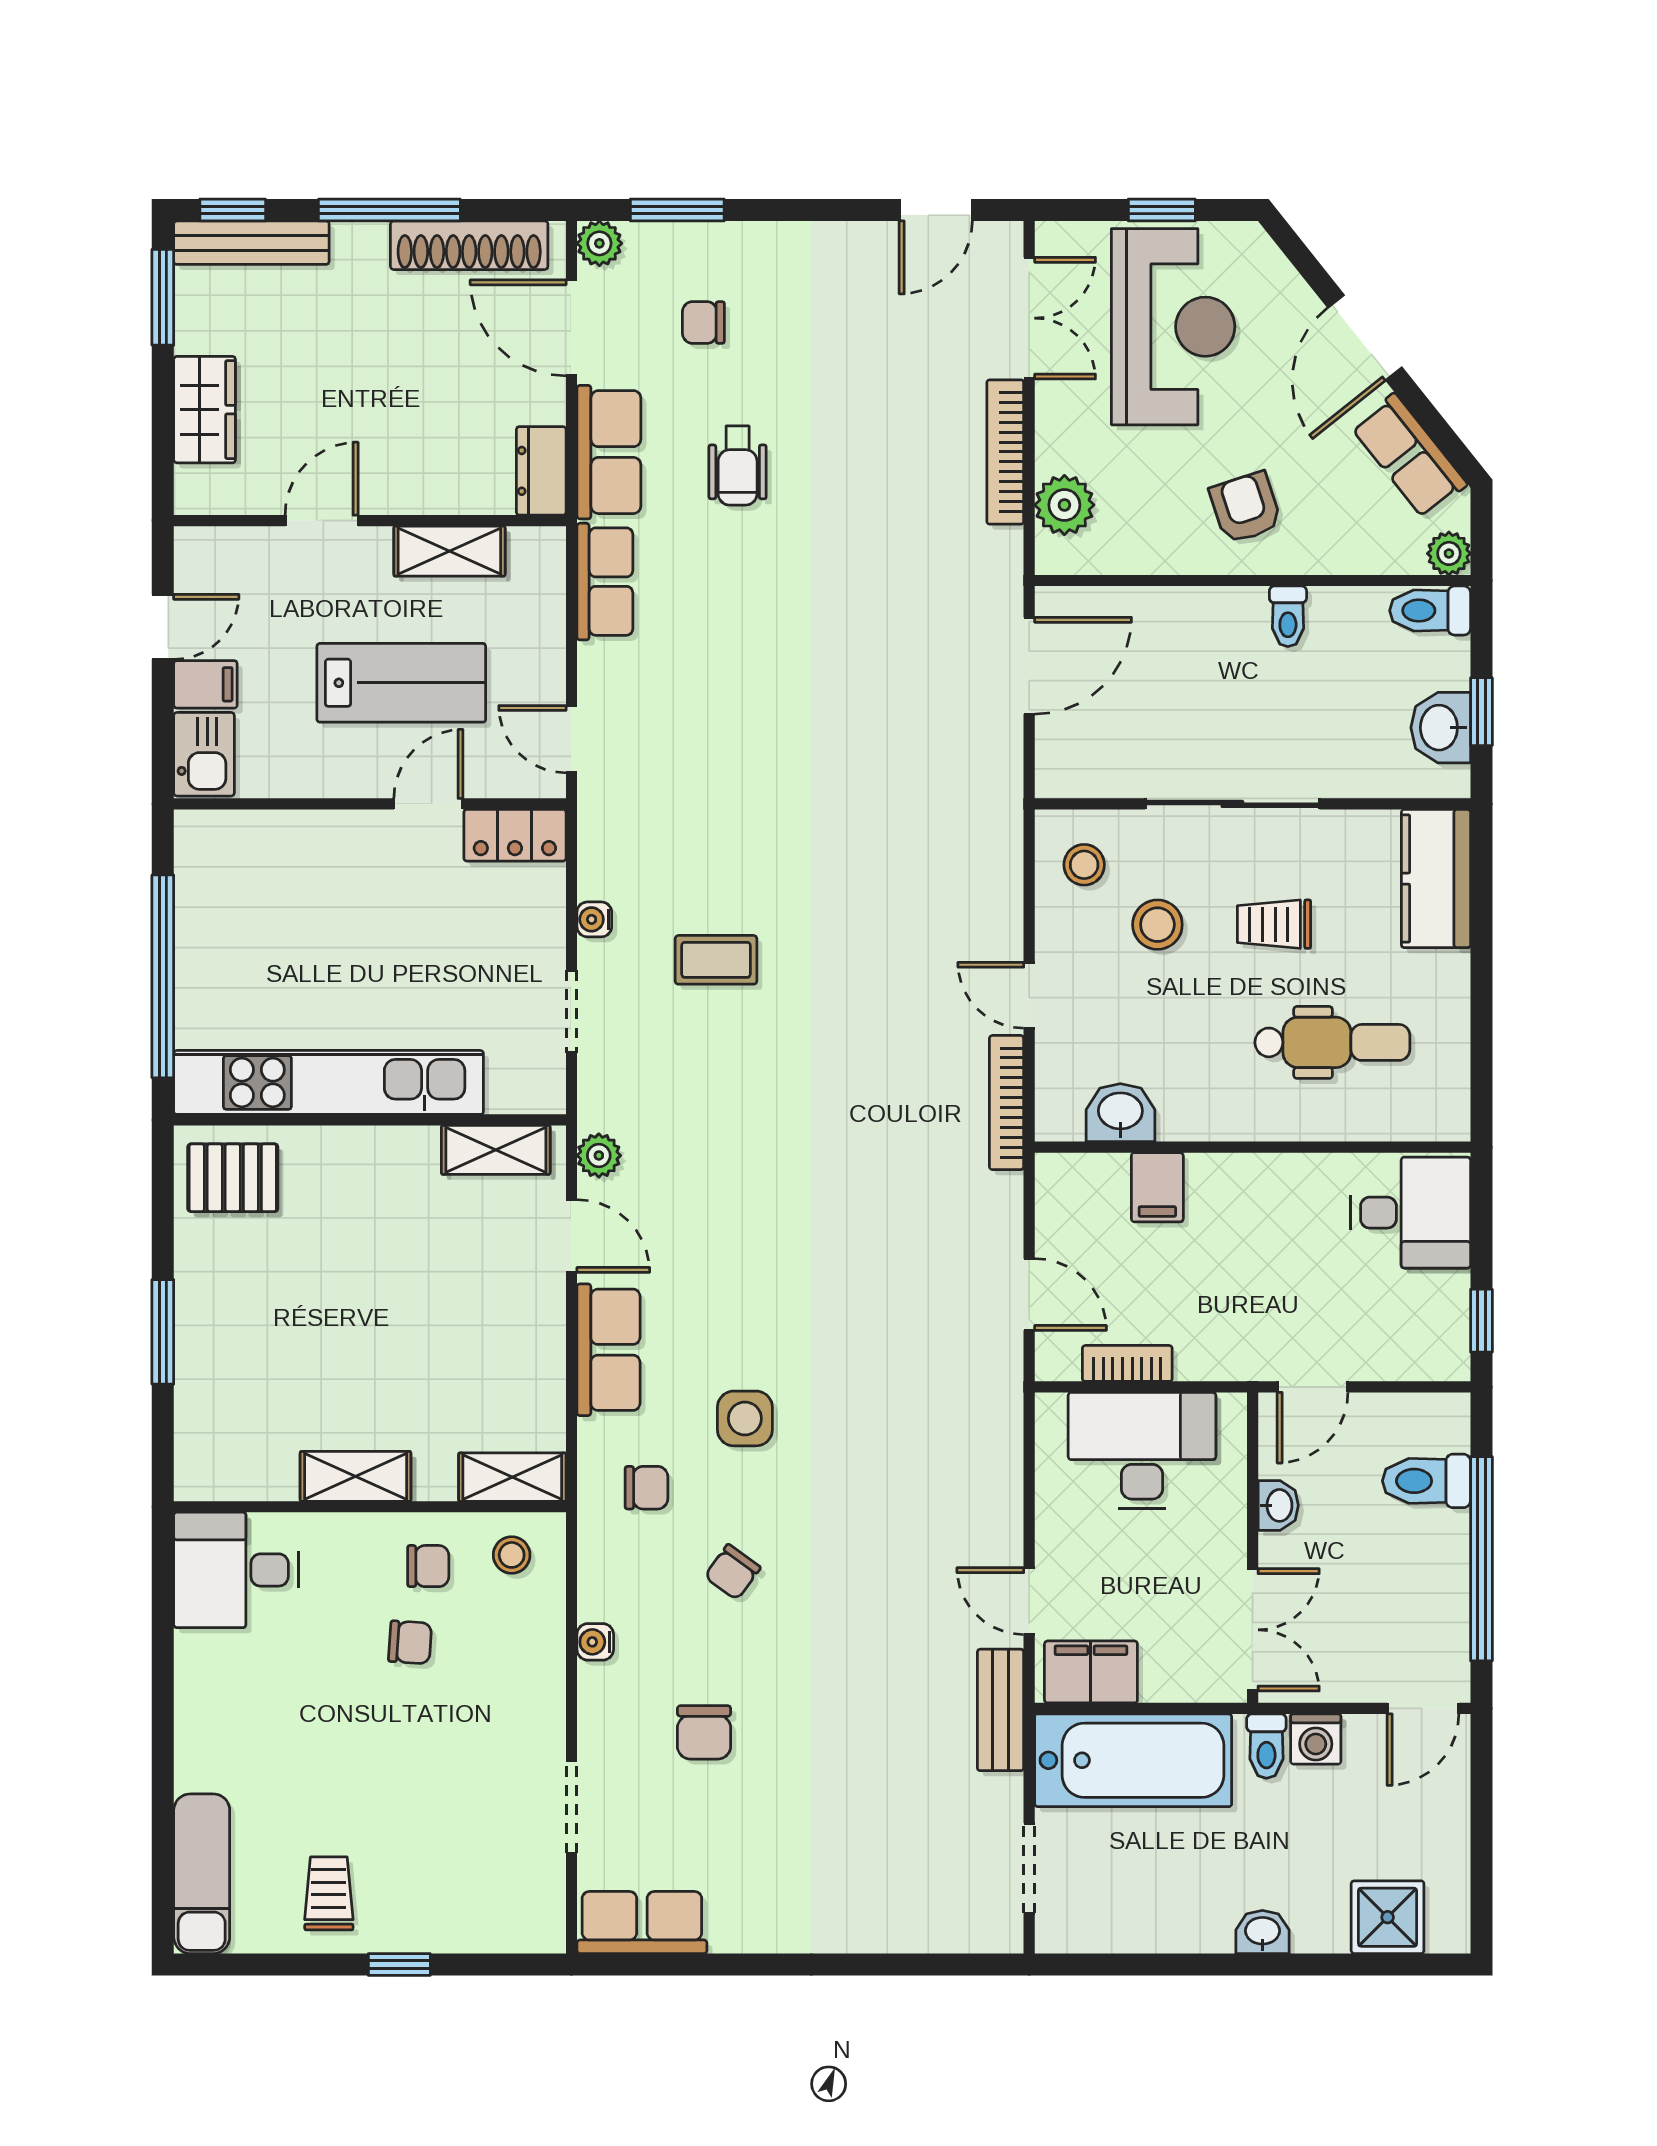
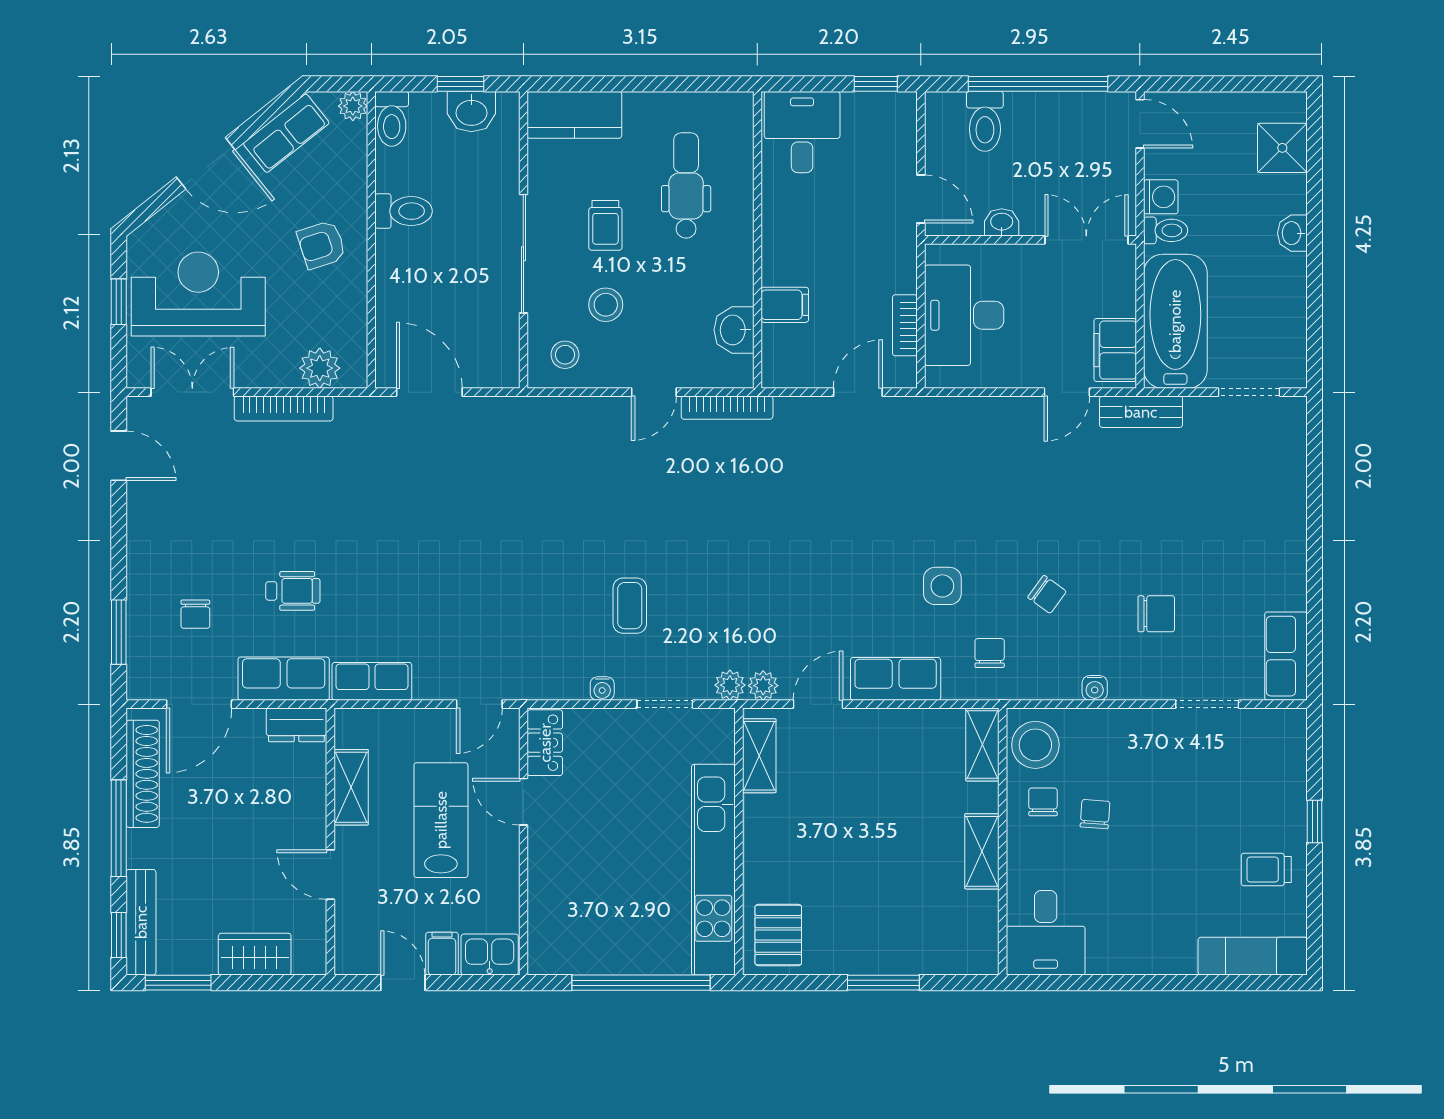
plant: (599, 243) -> (730, 685), moved
toilet: (1288, 616) -> (404, 211), width x1.37, depth x1.39
stool: (512, 1555) -> (1035, 745), width x1.89, depth x1.89

